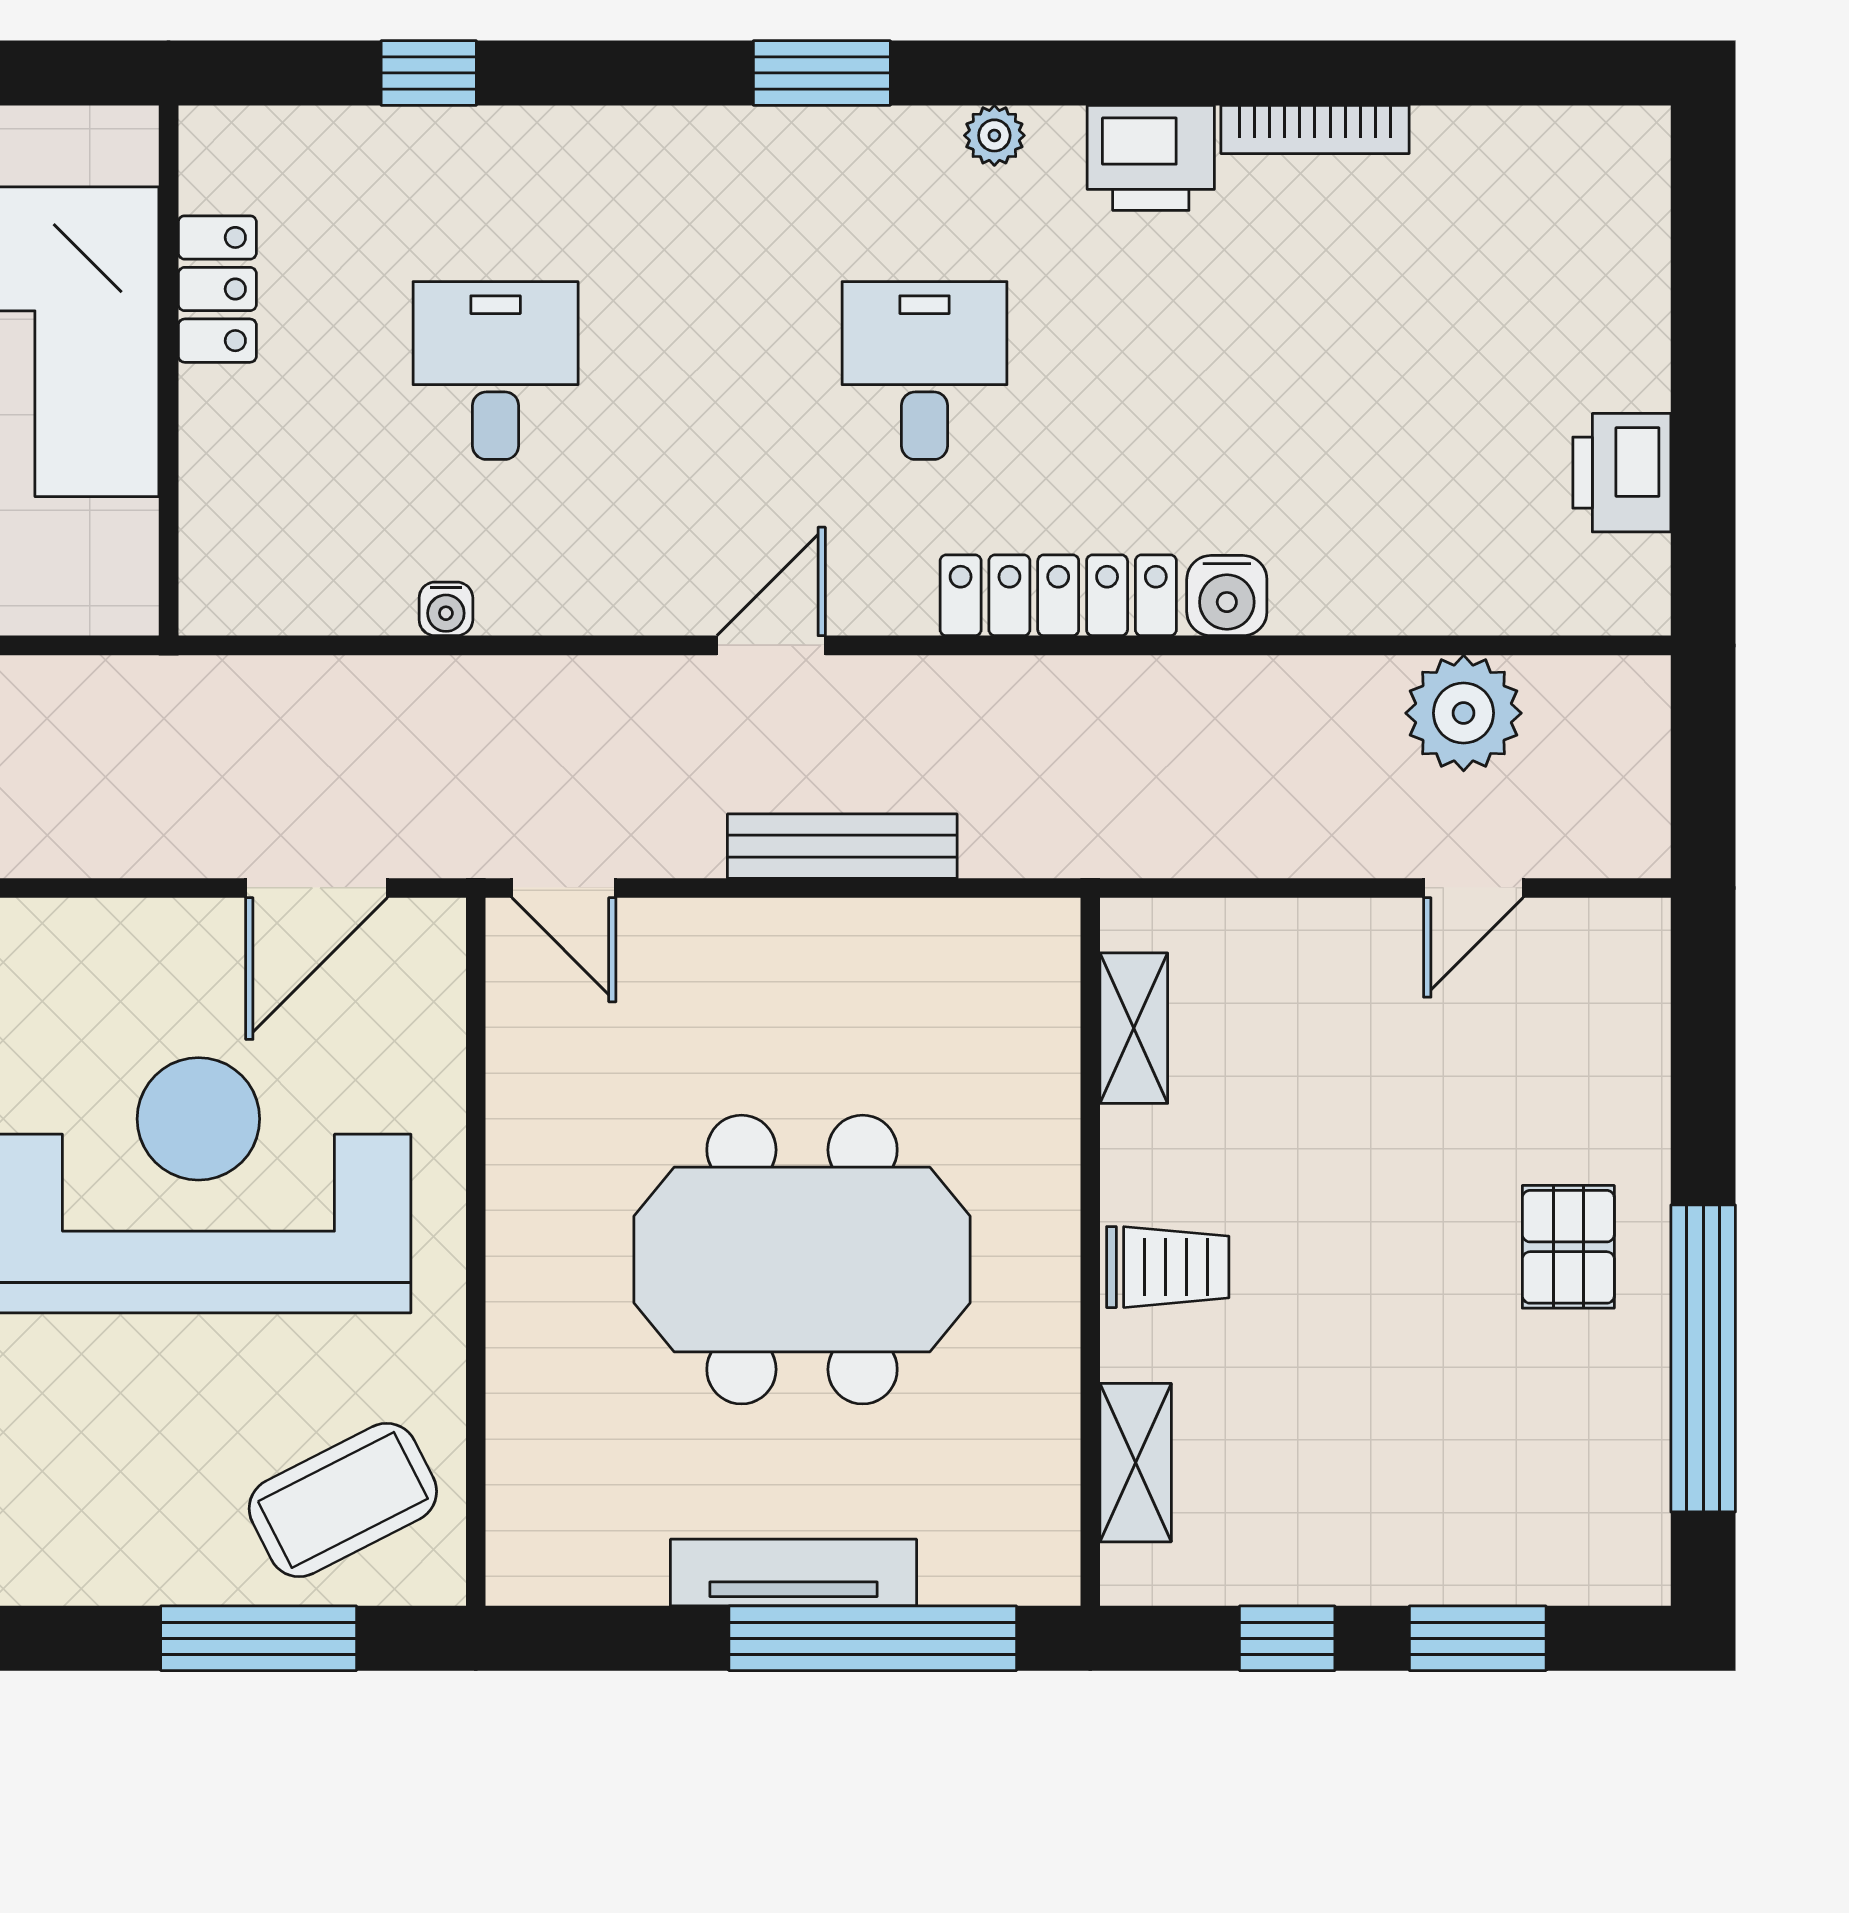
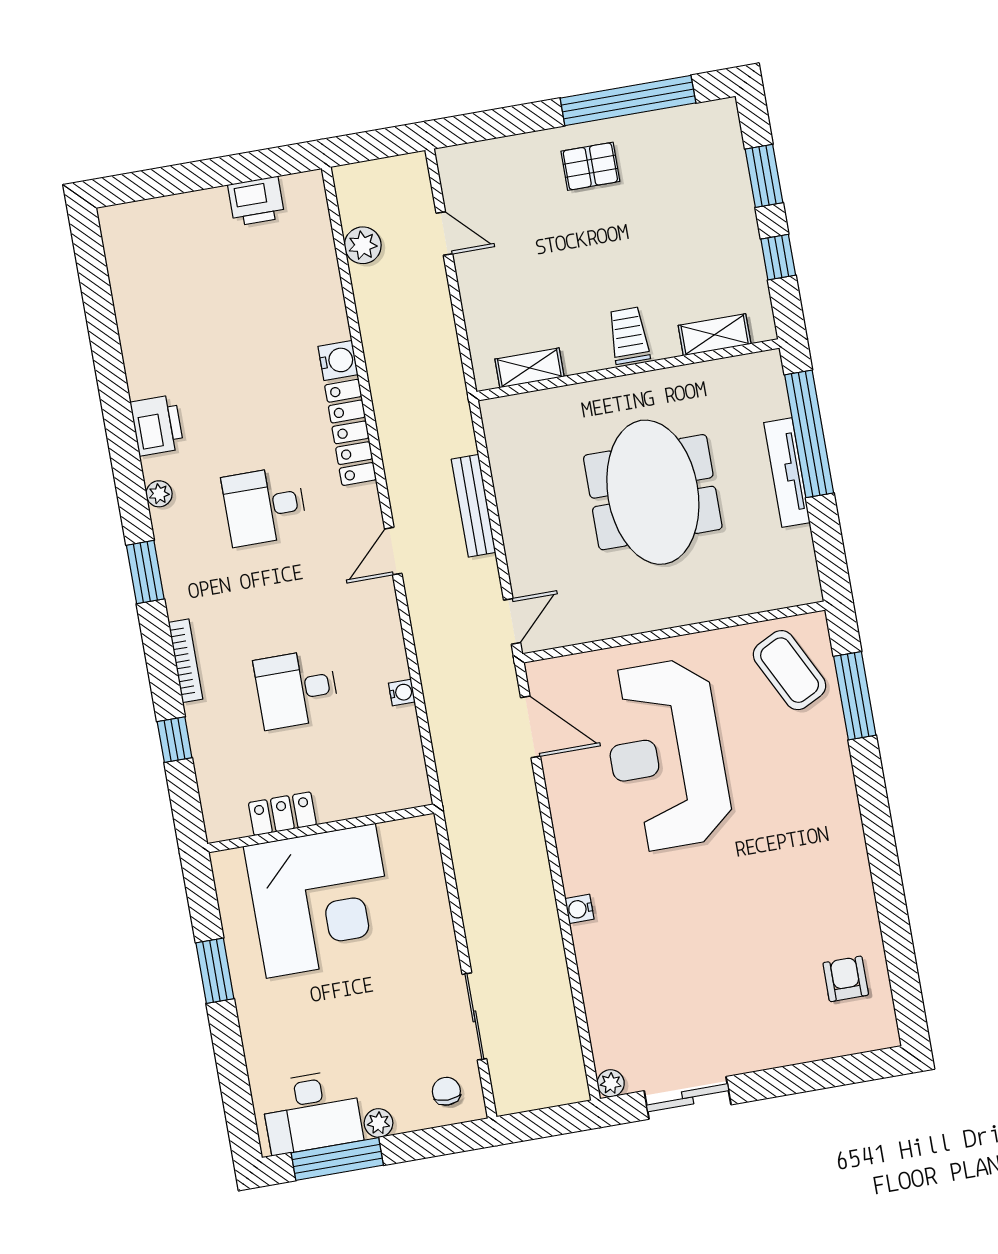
bookcase: (1315, 129) -> (186, 661), moved
door: (771, 645) -> (393, 551), hinge flipped
plant: (1464, 713) -> (363, 245), width x0.73, depth x0.73

